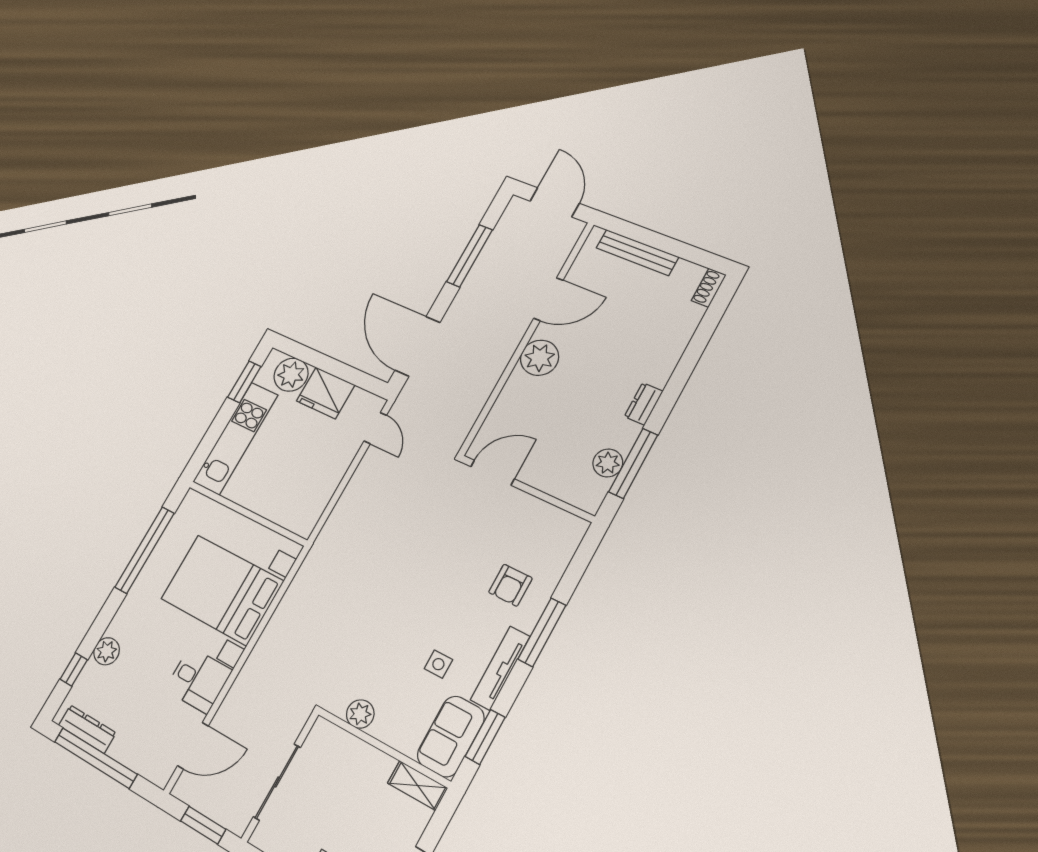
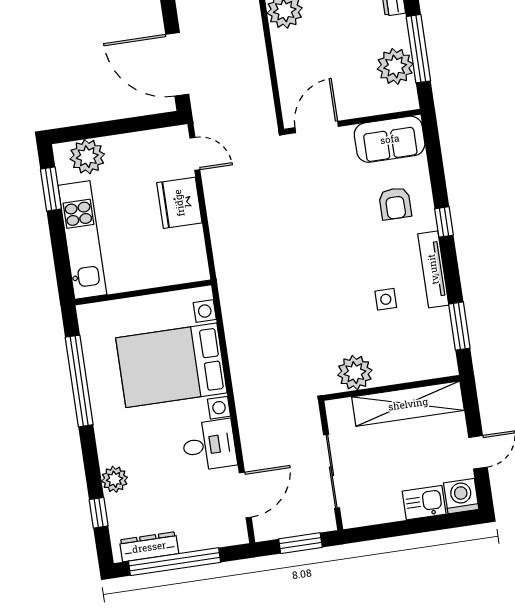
fridge: (326, 393) -> (179, 203), moved, turned 90
plant: (608, 463) -> (395, 66), width x1.36, depth x1.36
window: (542, 632) -> (444, 222), width x0.46
plant: (360, 714) -> (355, 373), width x1.36, depth x1.36
sofa: (451, 736) -> (390, 139), moved, turned -90
shelving: (418, 785) -> (408, 404), width x2.20, depth x1.33

